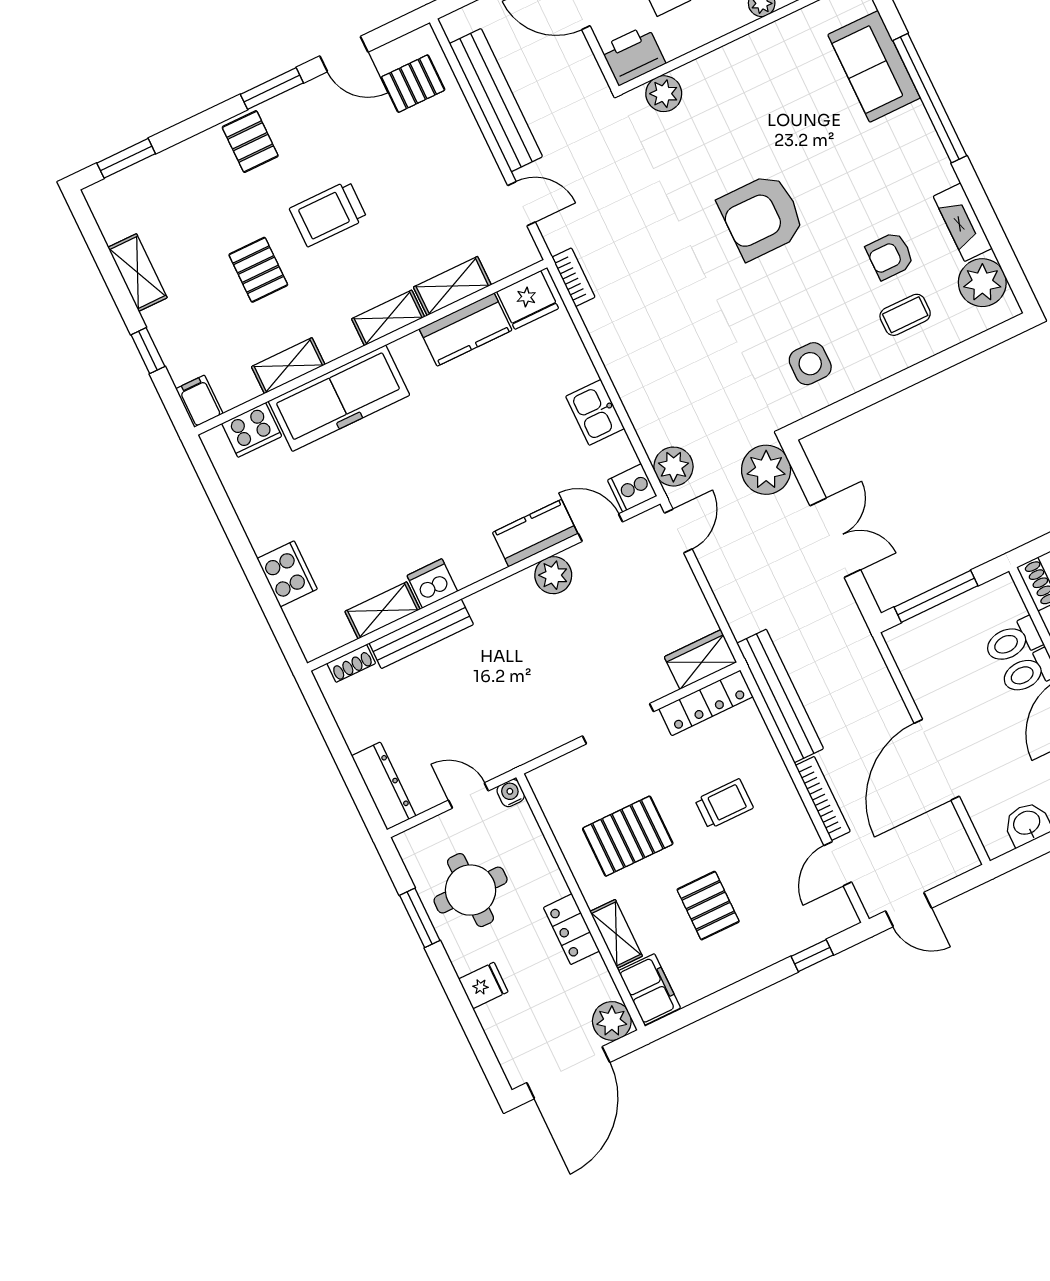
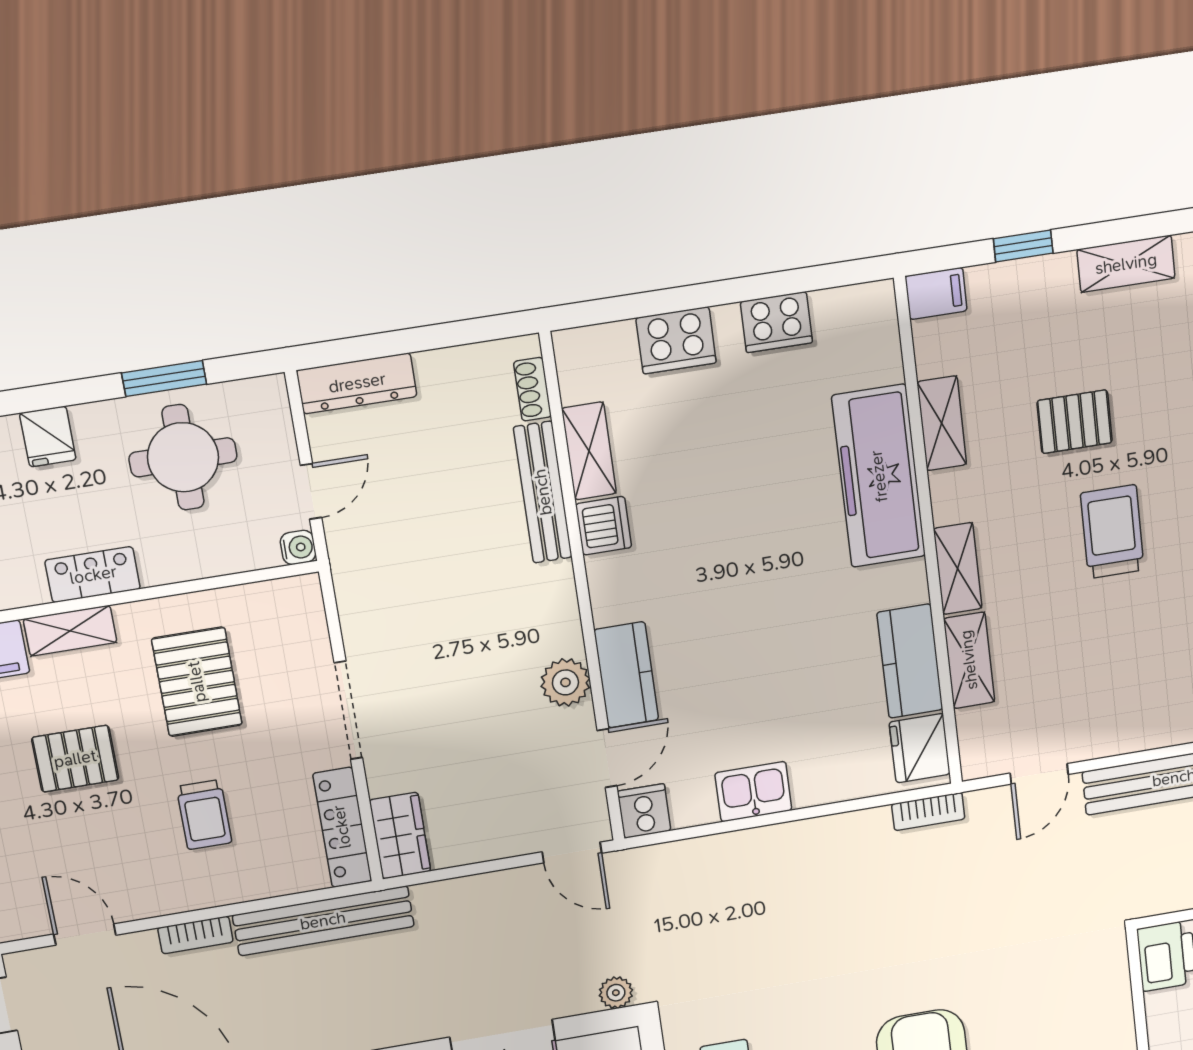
plant: (664, 94) -> (1109, 979), removed
cooker: (252, 430) -> (776, 322), moved, turned -90
plant: (674, 467) -> (654, 869), removed
plant: (766, 470) -> (616, 993), width x0.53, depth x0.53
bookcase: (823, 798) -> (195, 935), width x0.64

